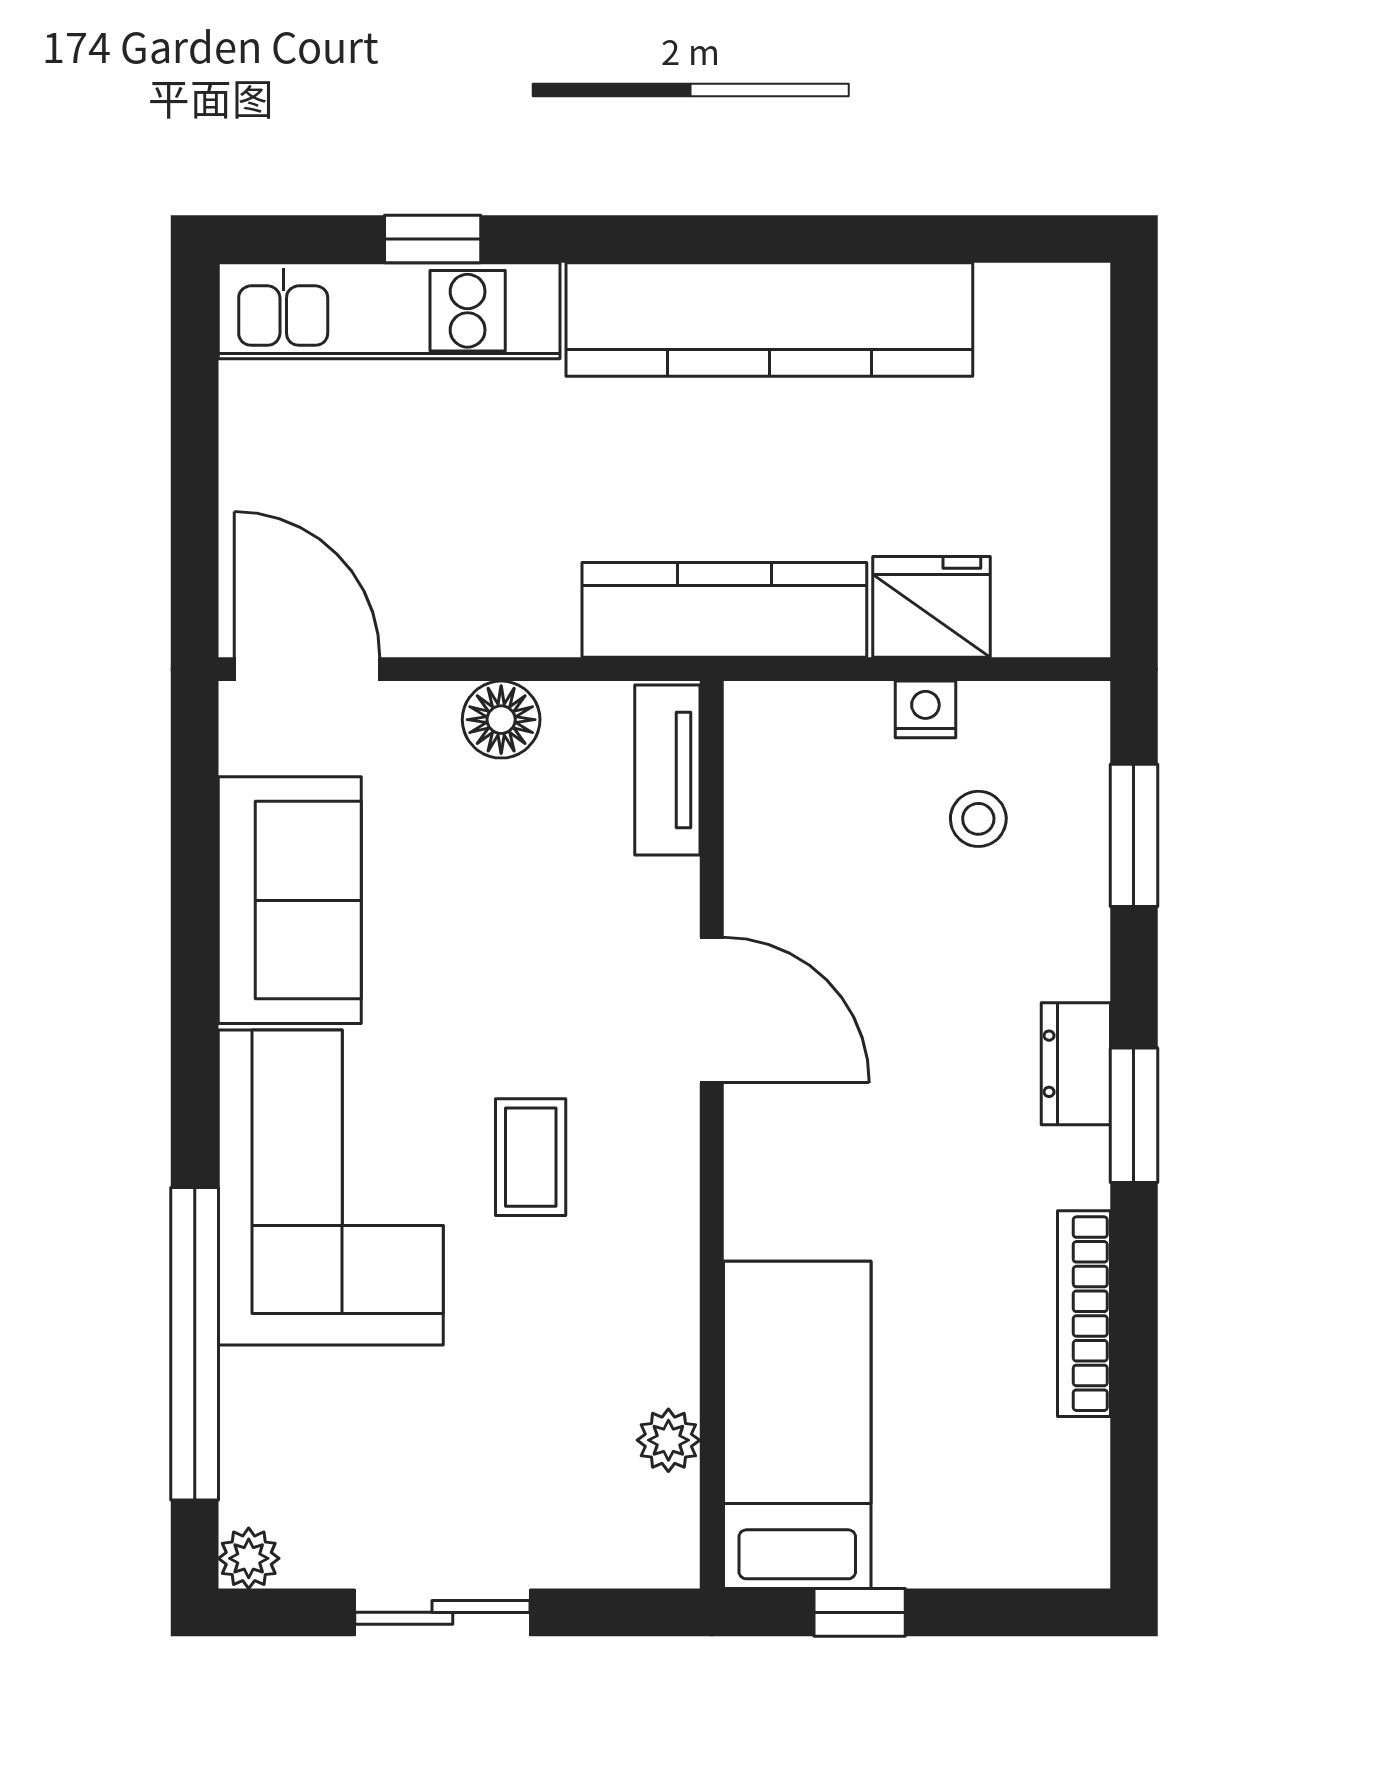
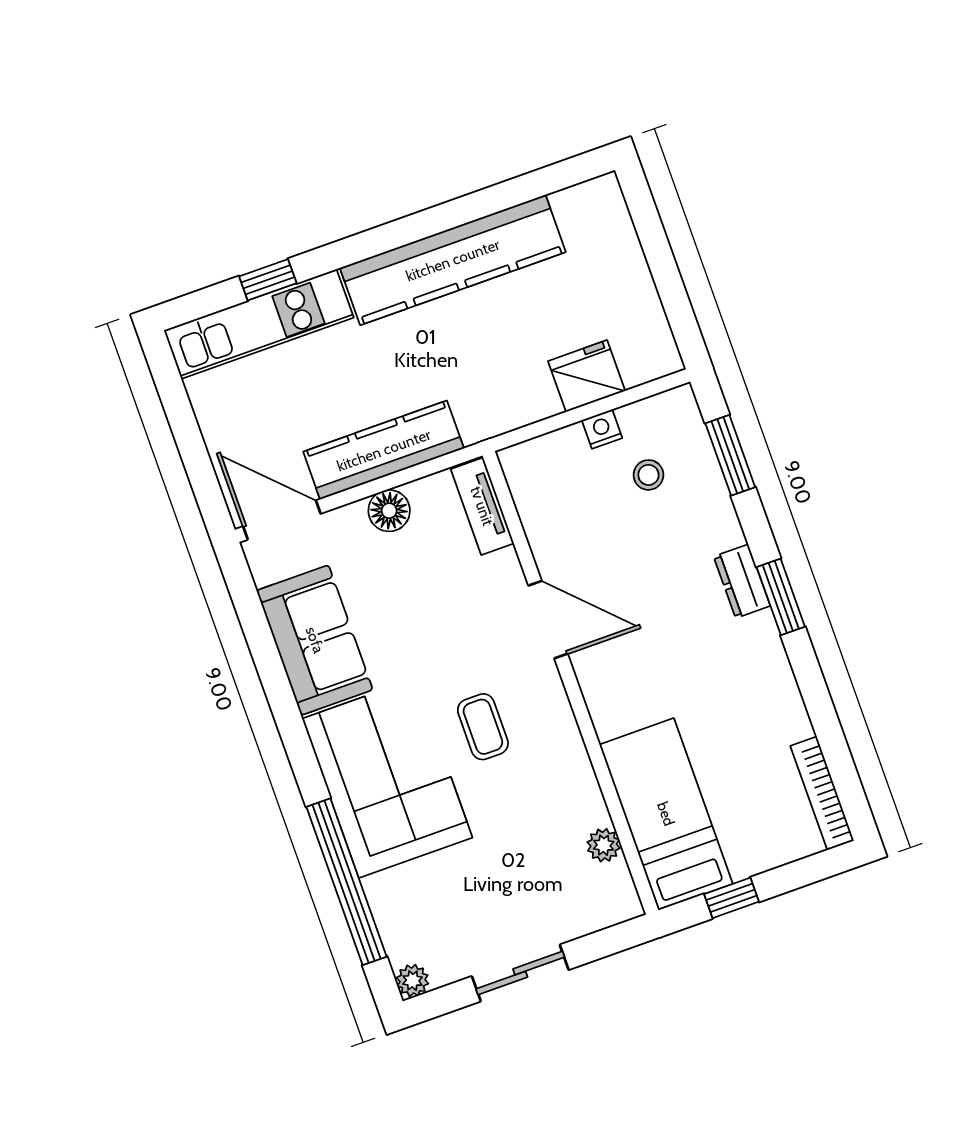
kitchen counter: (724, 610) -> (384, 450), moved
bookcase: (1084, 1314) -> (822, 793), moved

